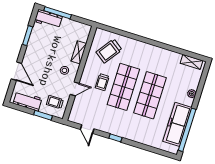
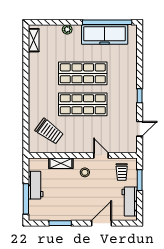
workbench: (48, 19) -> (36, 185), moved
trolley: (102, 82) -> (85, 128), removed

